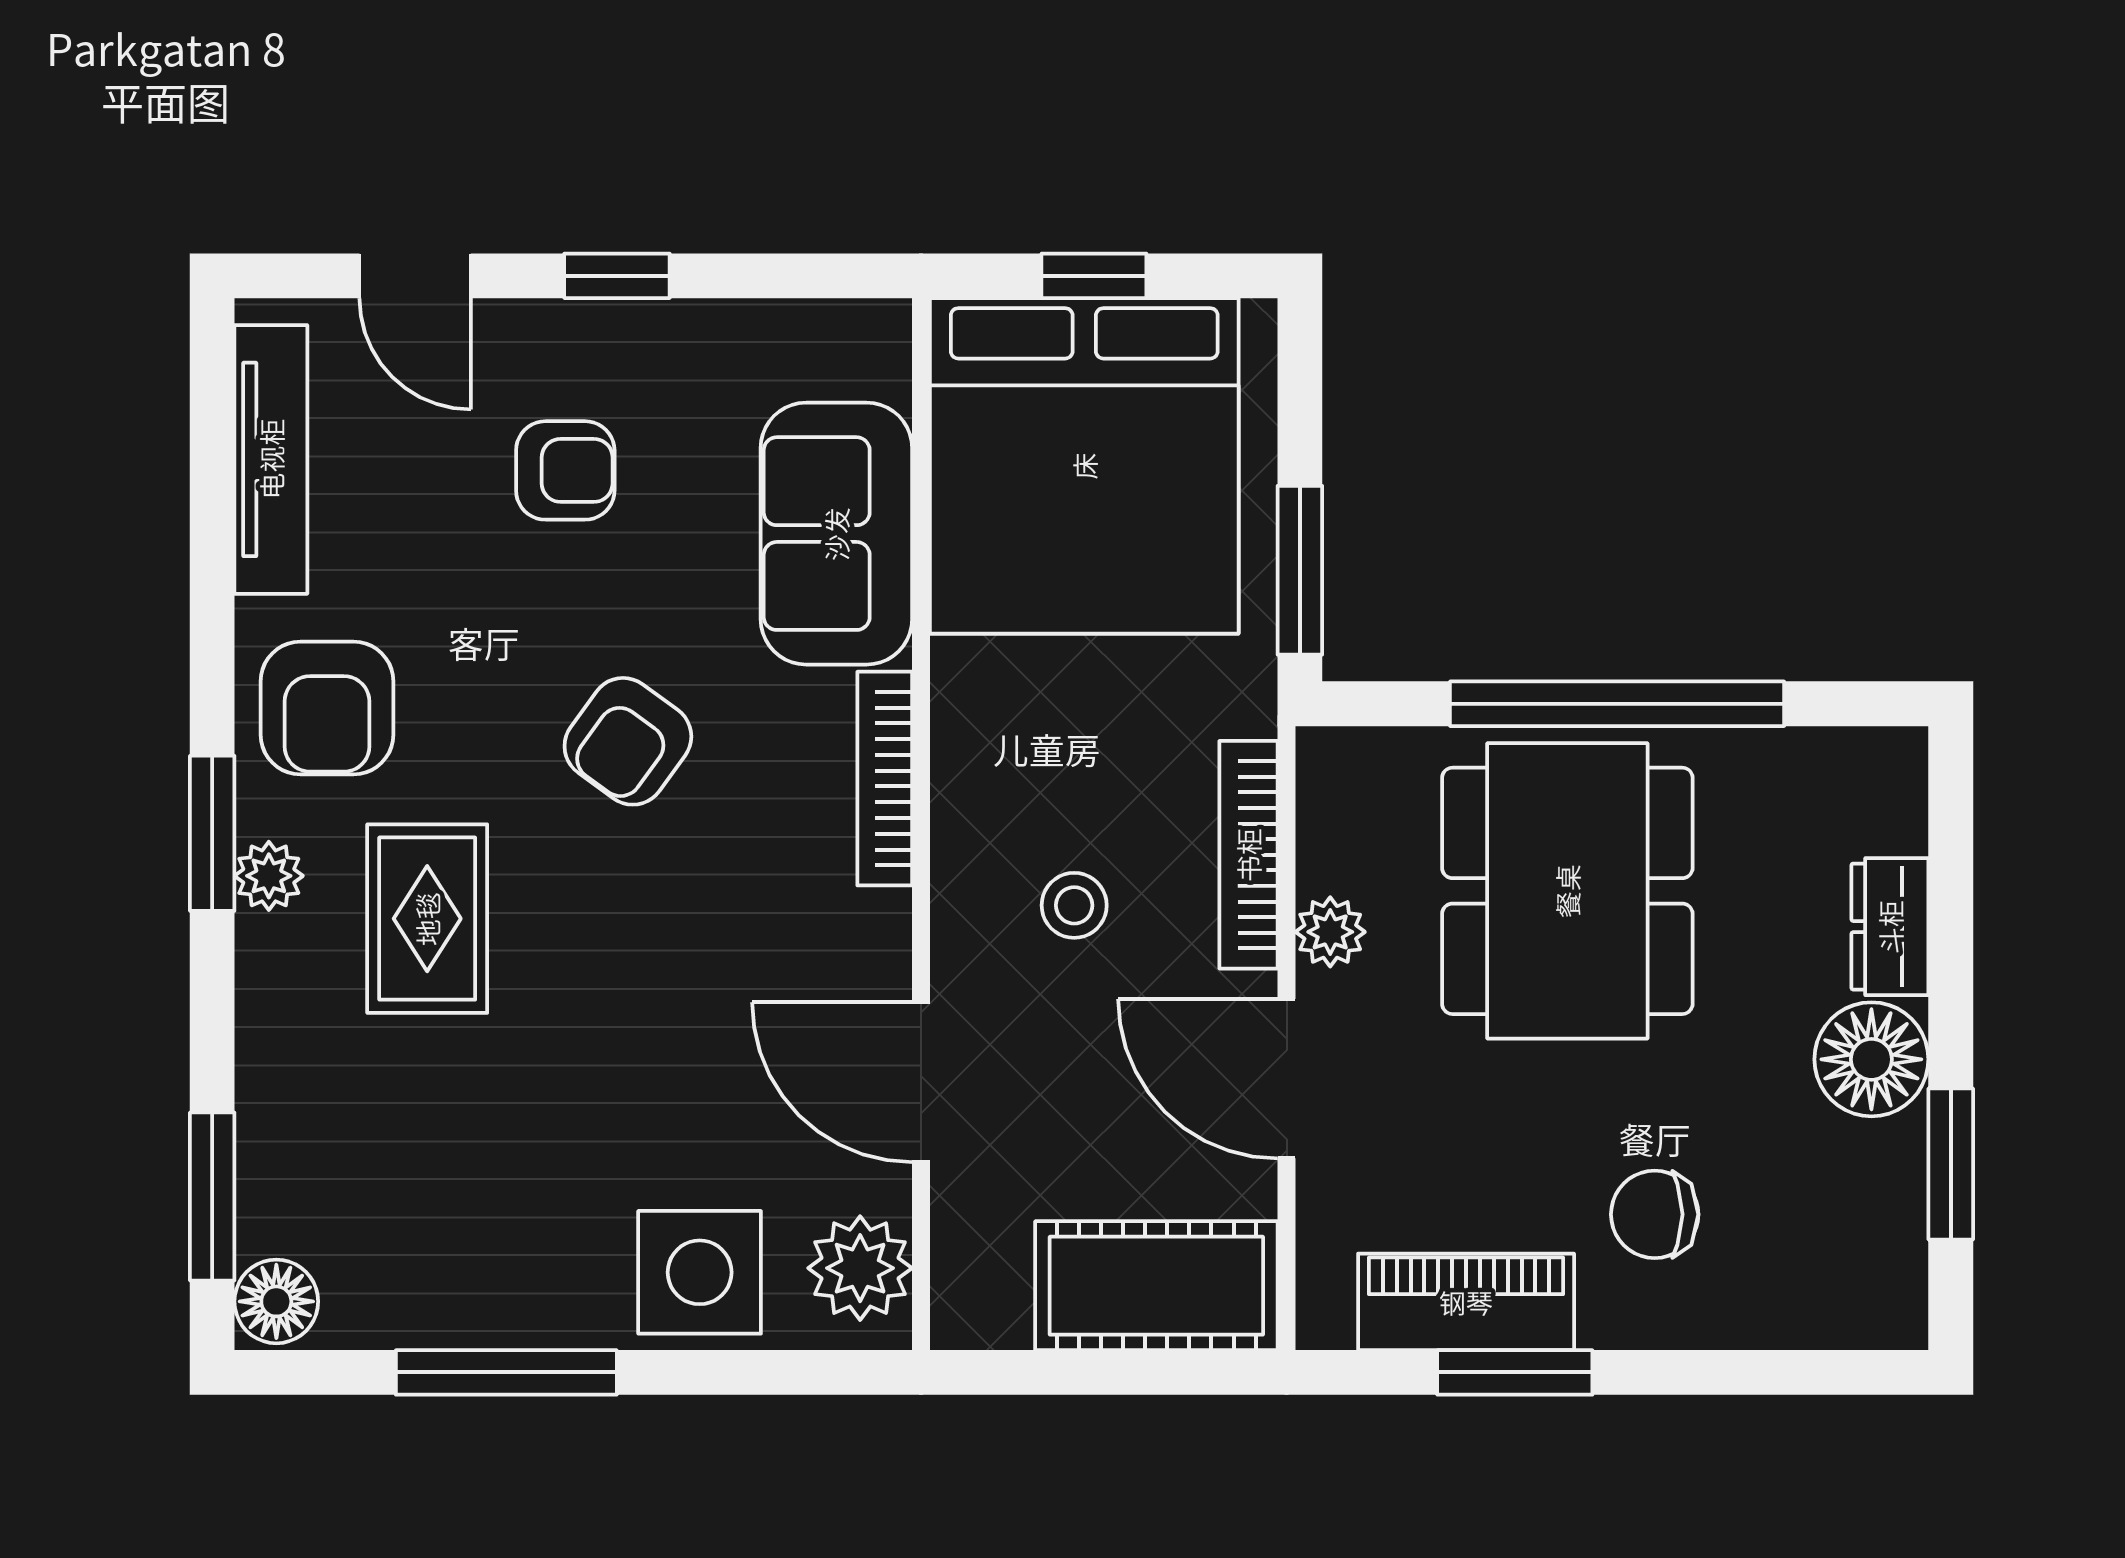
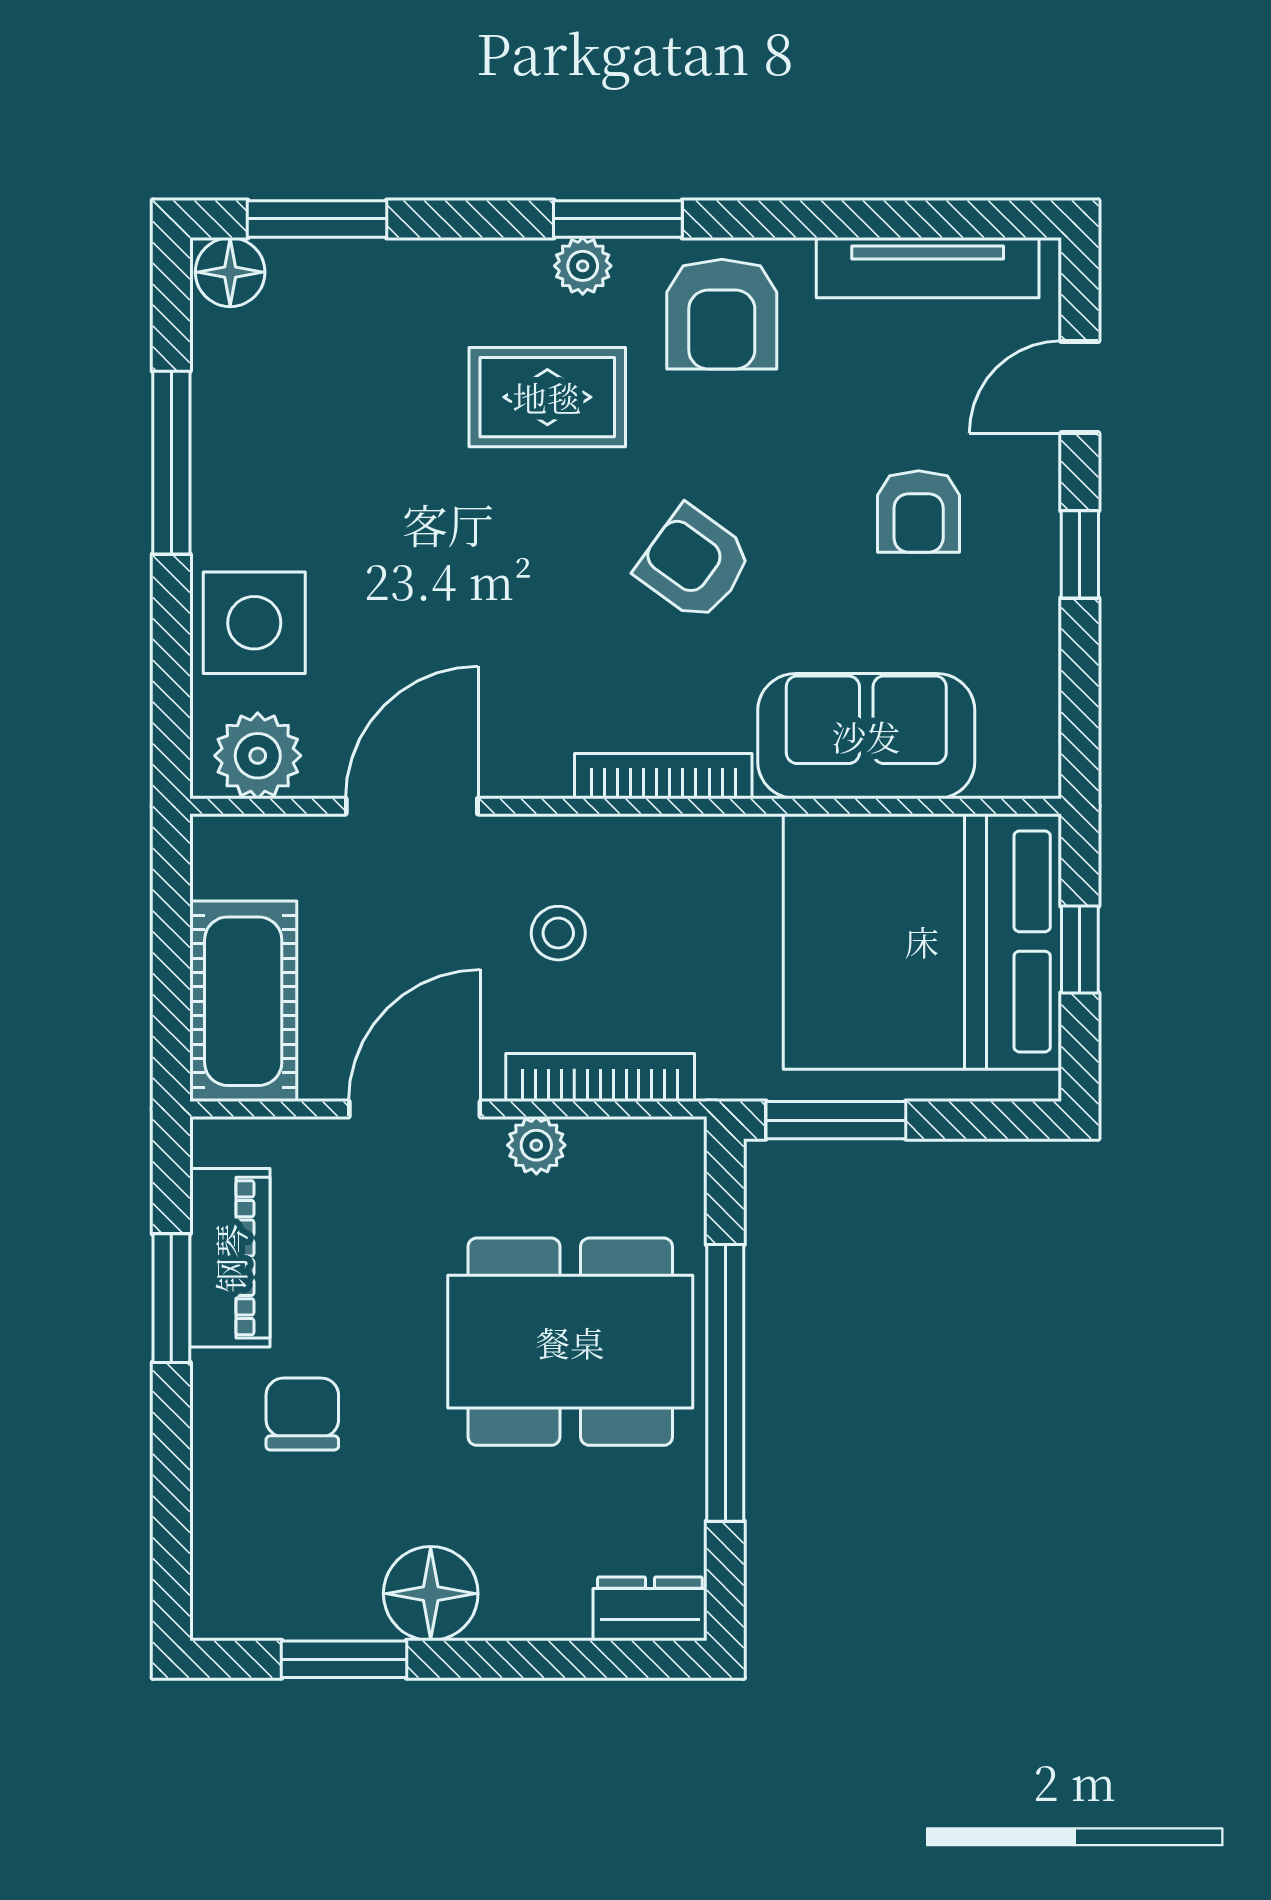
armchair: (327, 708) -> (722, 314), turned -90
dresser: (1890, 927) -> (650, 1609), moved

